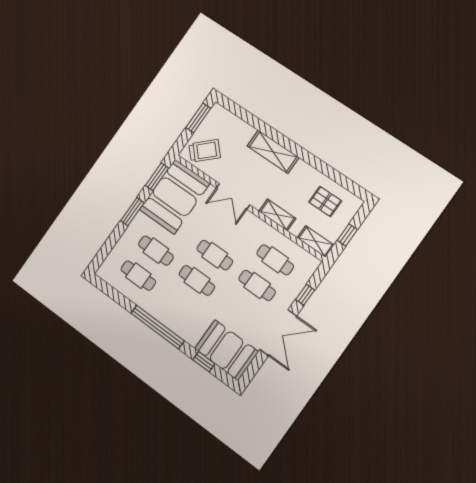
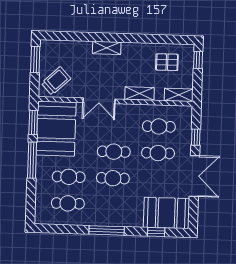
shelving: (273, 152) -> (107, 48), width x0.67, depth x0.75
window: (132, 212) -> (32, 160), width x1.44
window: (347, 235) -> (198, 60), moved
window: (157, 327) -> (107, 230), width x0.68

